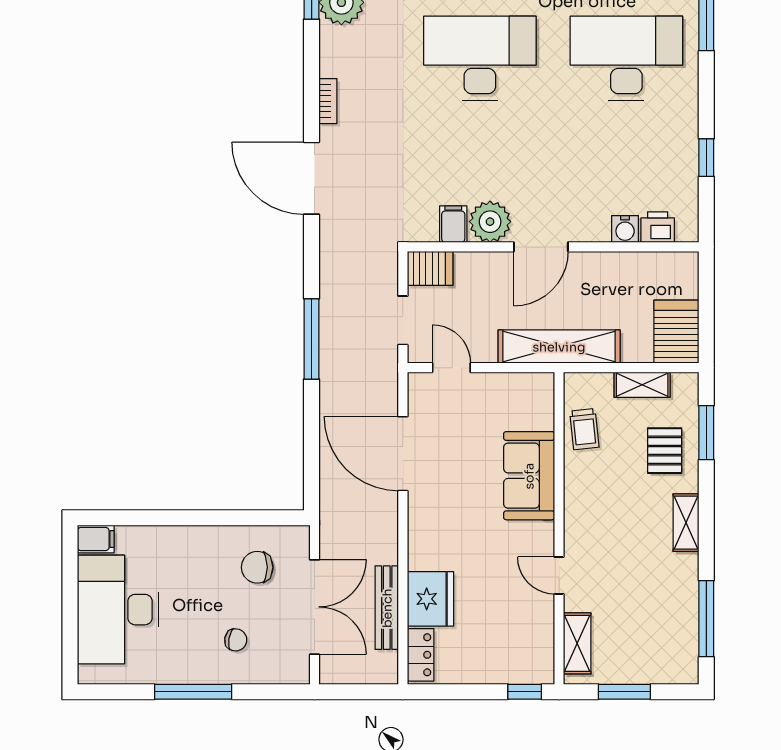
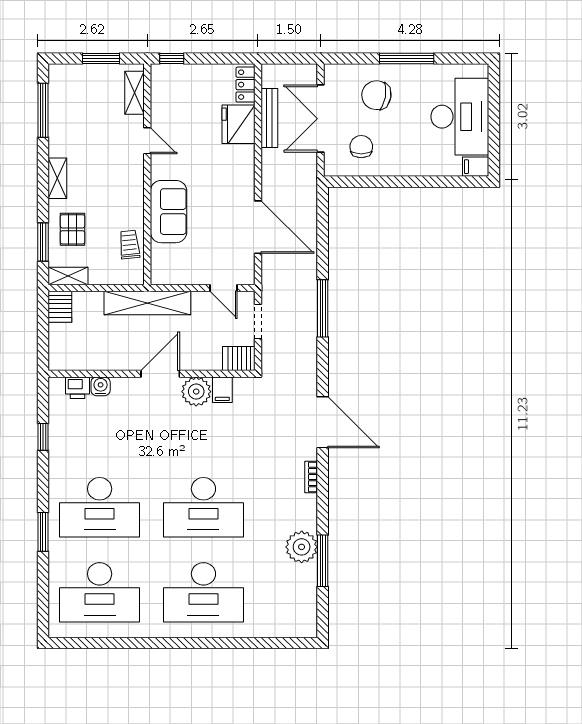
server rack: (676, 332) -> (60, 307), width x0.73, depth x0.70
shelving: (642, 385) -> (68, 276), moved
chair: (257, 567) -> (361, 147), turned -90
chair: (236, 640) -> (376, 95), width x1.87, depth x1.87

